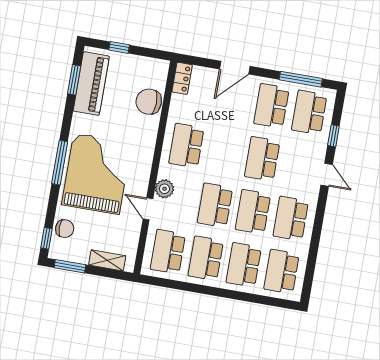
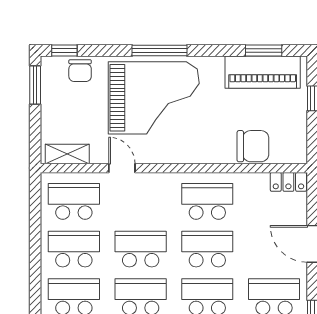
chair: (149, 102) -> (253, 146), turned 90
school desk: (224, 152) -> (207, 249), added
plant: (165, 189) -> (150, 184), removed
door: (148, 209) -> (122, 168), hinge flipped
shelving: (107, 260) -> (67, 154), moved, turned 90

